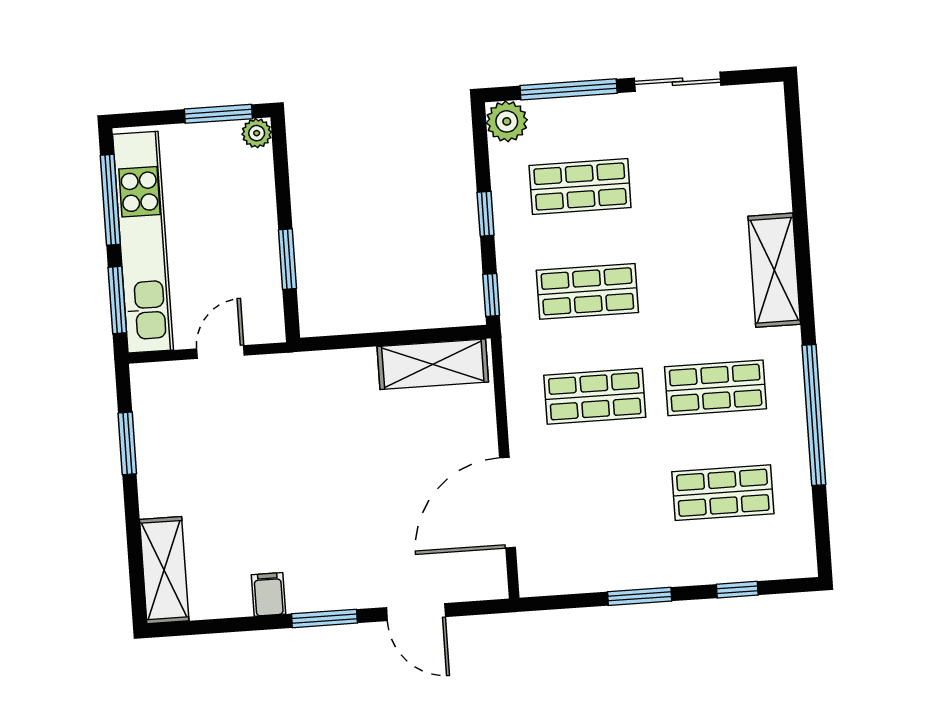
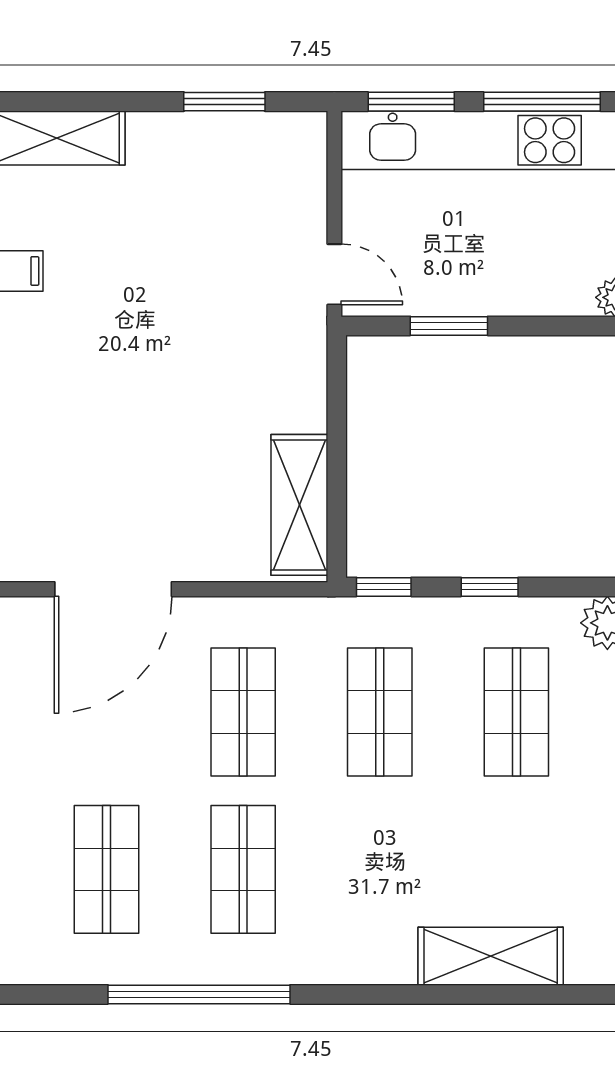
shelving: (774, 270) -> (491, 956), moved
door: (220, 352) -> (334, 274), moved
door: (507, 503) -> (113, 589), swing flipped

